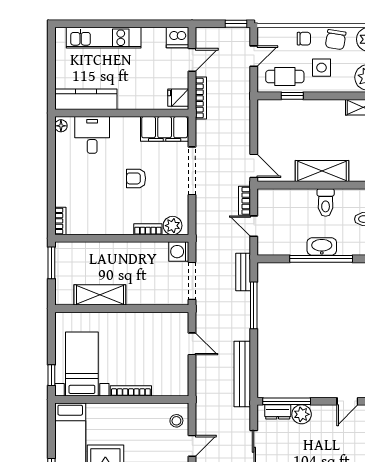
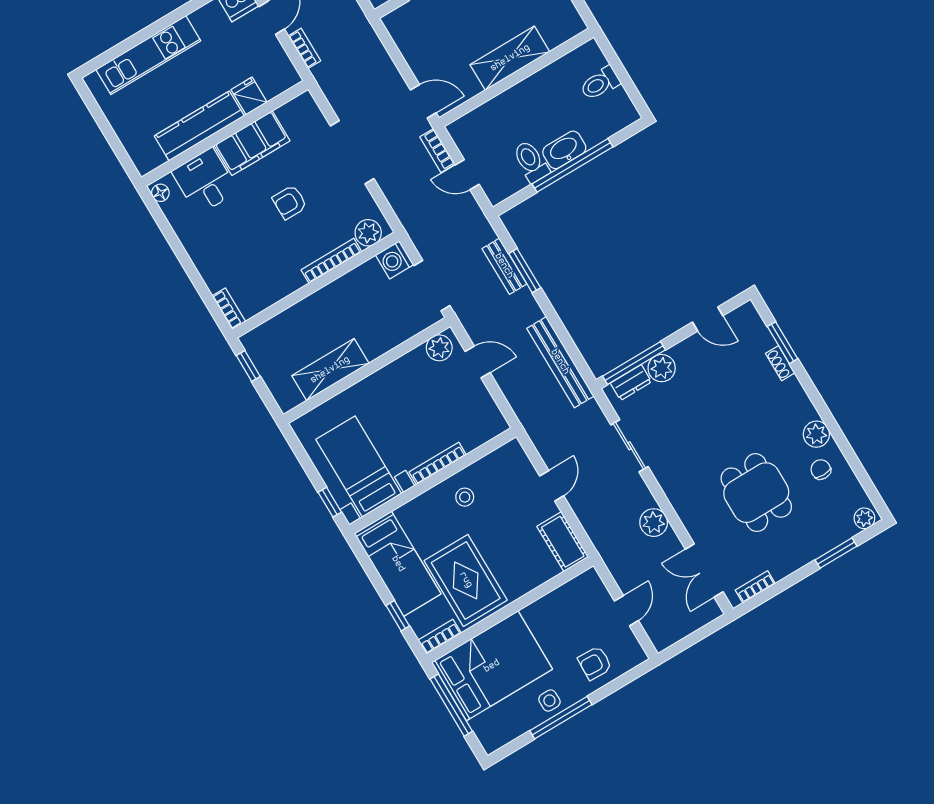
fridge: (178, 98) -> (249, 96), moved, turned 90
bookcase: (201, 98) -> (304, 48), width x0.64
kitchen counter: (86, 99) -> (199, 126), moved
filing cabinet: (165, 129) -> (252, 143), moved
toilet: (326, 202) -> (531, 162), moved, turned 180
bookcase: (148, 229) -> (331, 261), width x1.56
window: (51, 263) -> (248, 366), width x0.67
bench: (243, 272) -> (504, 266), moved
window: (254, 305) -> (525, 271), width x0.69
plant: (174, 321) -> (439, 348), added
door: (347, 401) -> (708, 319), hinge flipped
stool: (176, 421) -> (465, 497), moved

